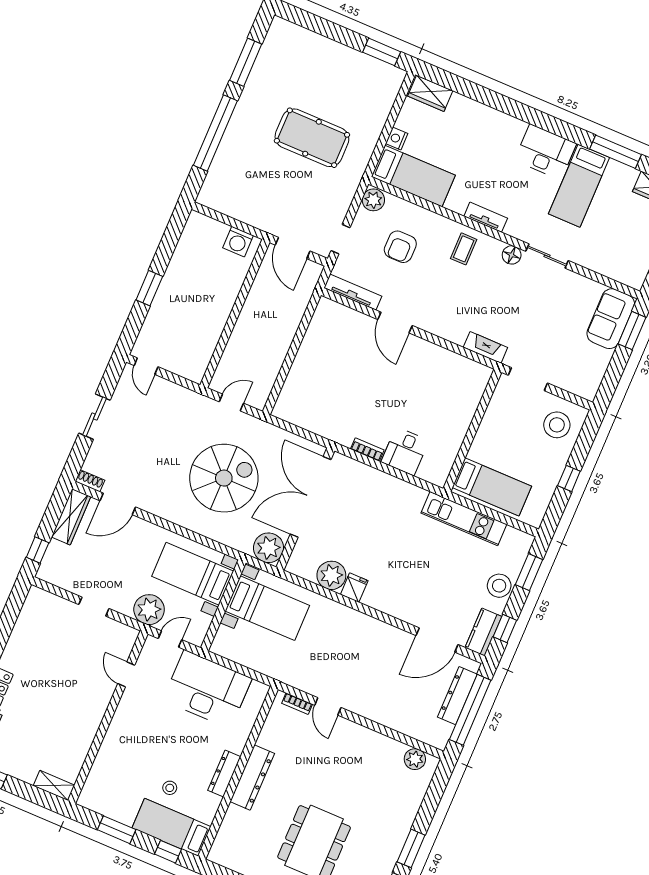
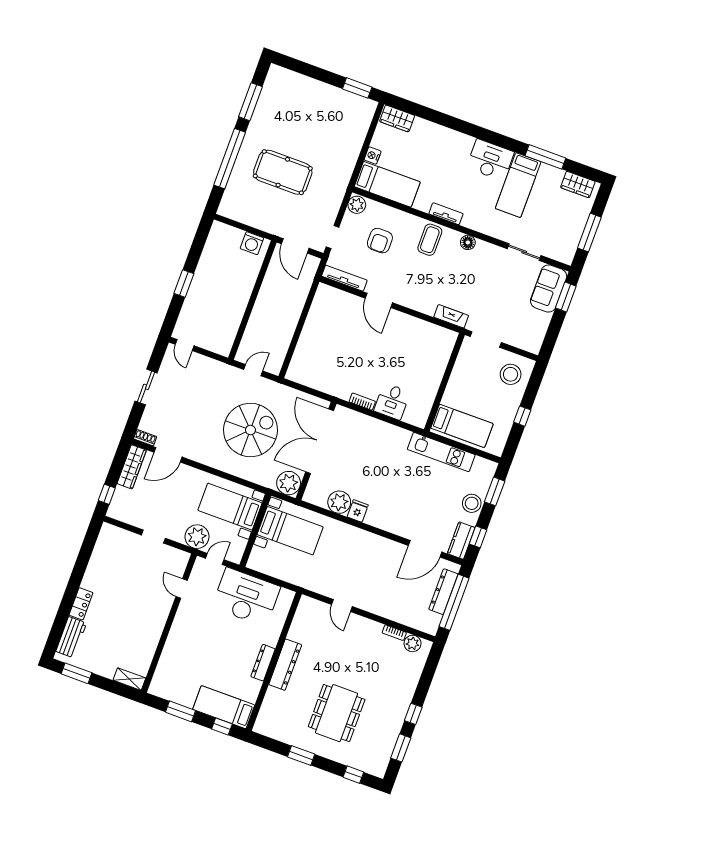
pool table: (312, 138) -> (283, 172), moved
coffee table: (464, 249) -> (430, 240), width x1.36, depth x1.30
sliding door: (547, 256) -> (524, 252), moved
bookcase: (297, 704) -> (394, 633), moved
stool: (170, 788) -> (221, 676), removed
window: (411, 848) -> (413, 714), width x0.67

